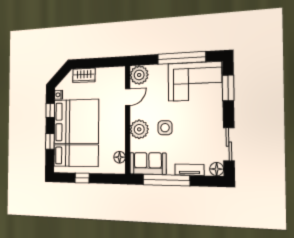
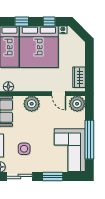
wardrobe: (84, 75) -> (79, 77), moved
window: (228, 88) -> (53, 176), moved
side table: (165, 128) -> (24, 149), moved

